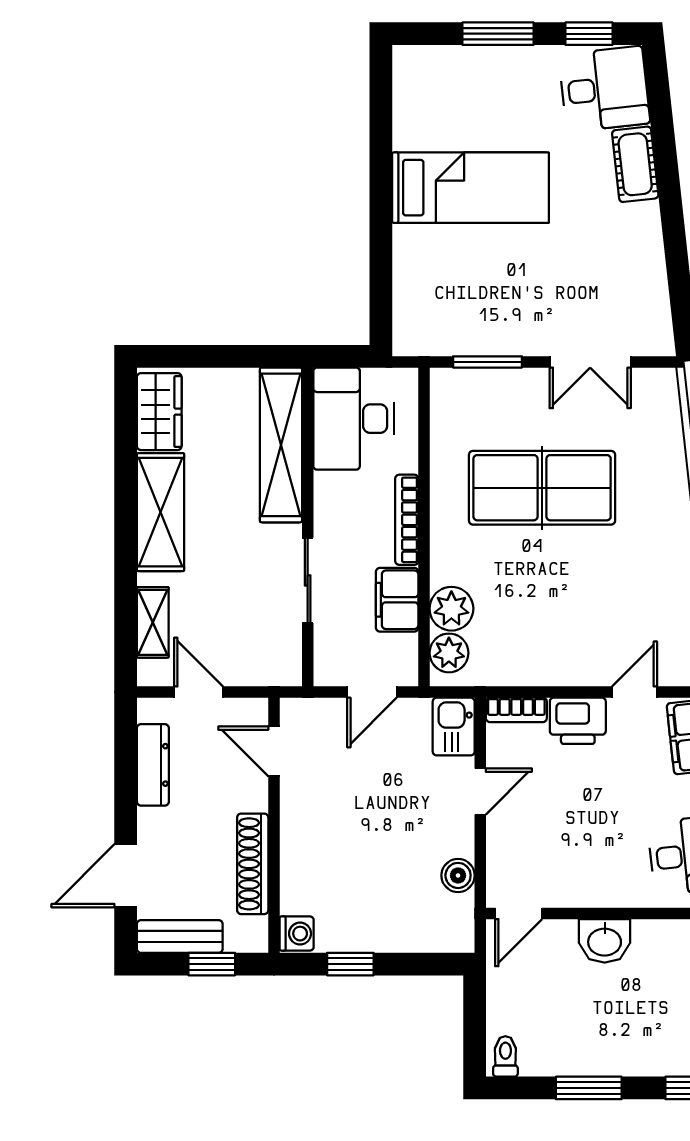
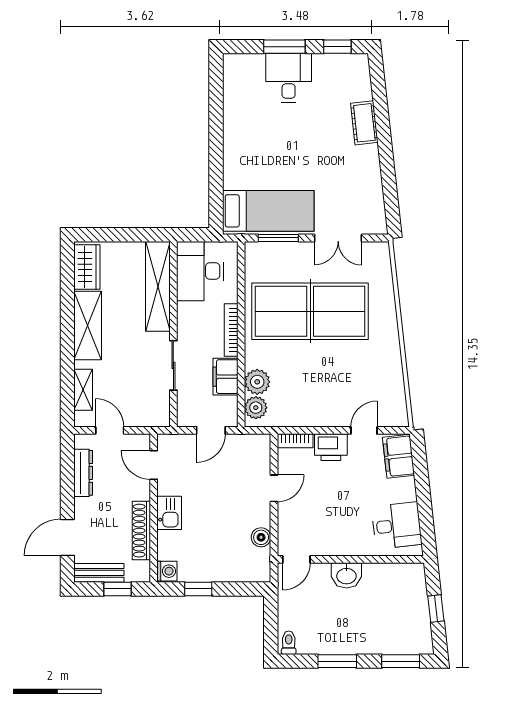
desk: (604, 89) -> (289, 78), moved, turned -84
bed: (470, 188) -> (268, 211), moved
table tennis table: (542, 488) -> (310, 311), width x1.36, depth x1.32
kitchen sink: (454, 727) -> (169, 513), moved, turned 180

